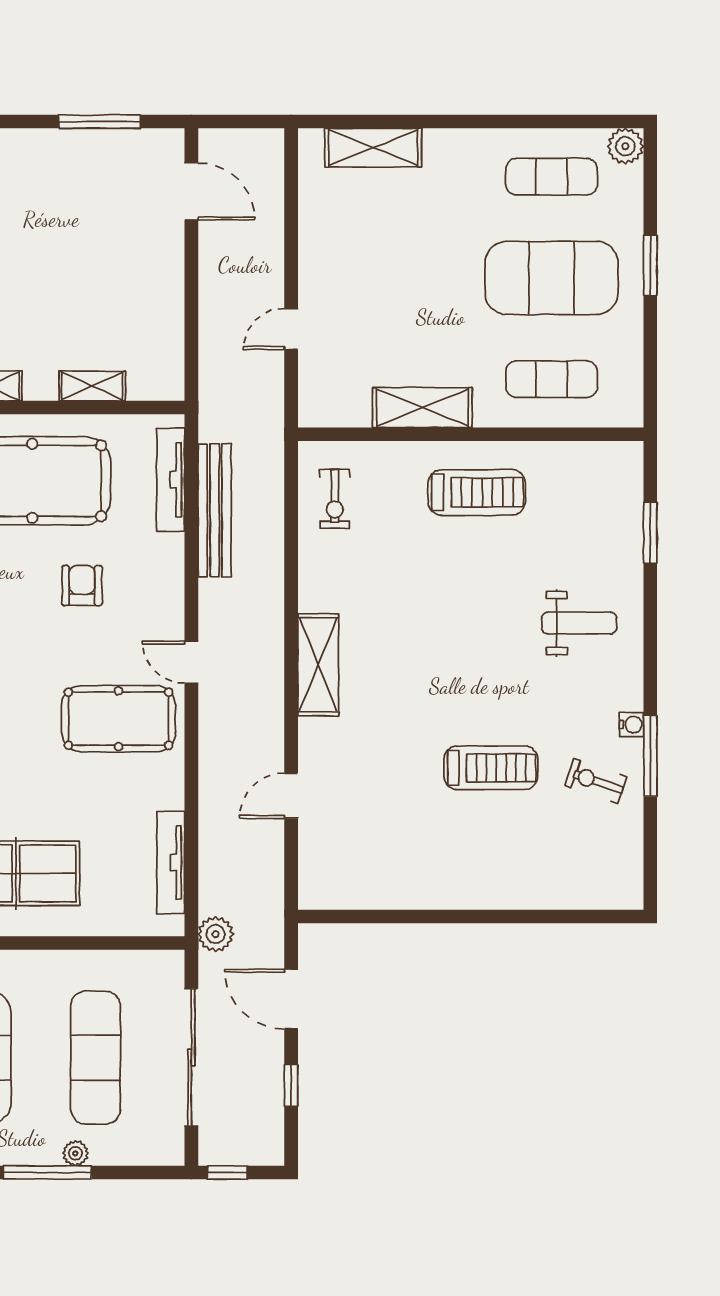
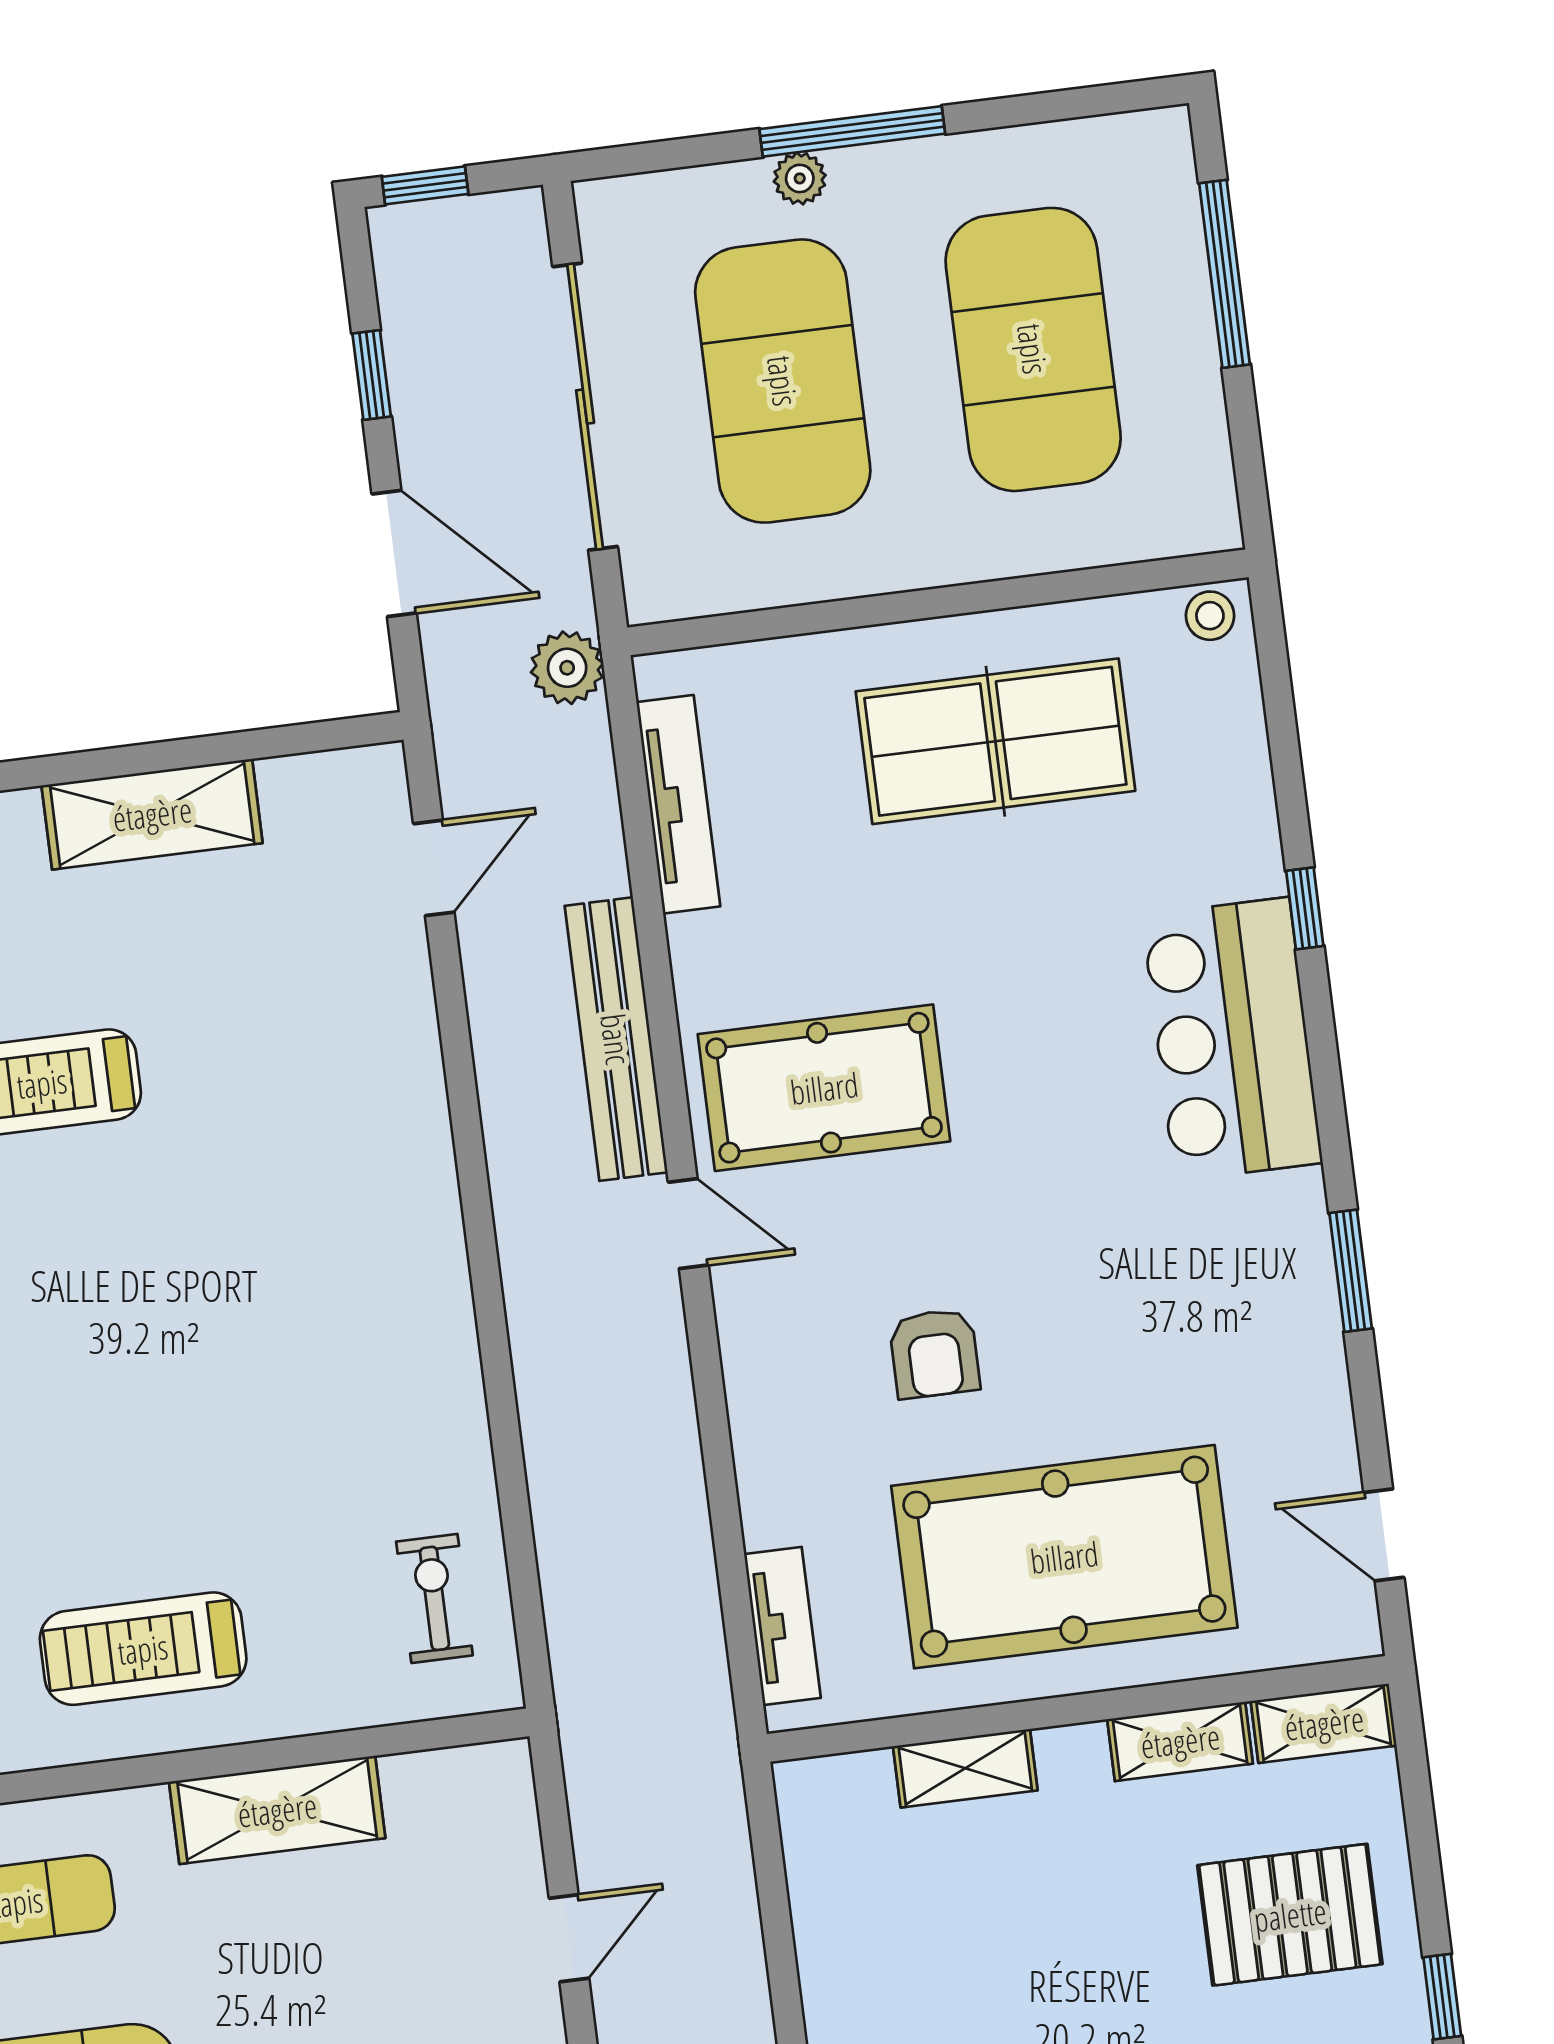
tv unit: (171, 480) -> (782, 1626), width x0.71
bench: (215, 510) -> (616, 1039), moved
shelving: (318, 665) -> (152, 814), moved, turned 90
door: (291, 796) -> (434, 868), moved
exercise mat: (96, 1058) -> (783, 381), width x1.47
window: (227, 1173) -> (425, 185), moved

